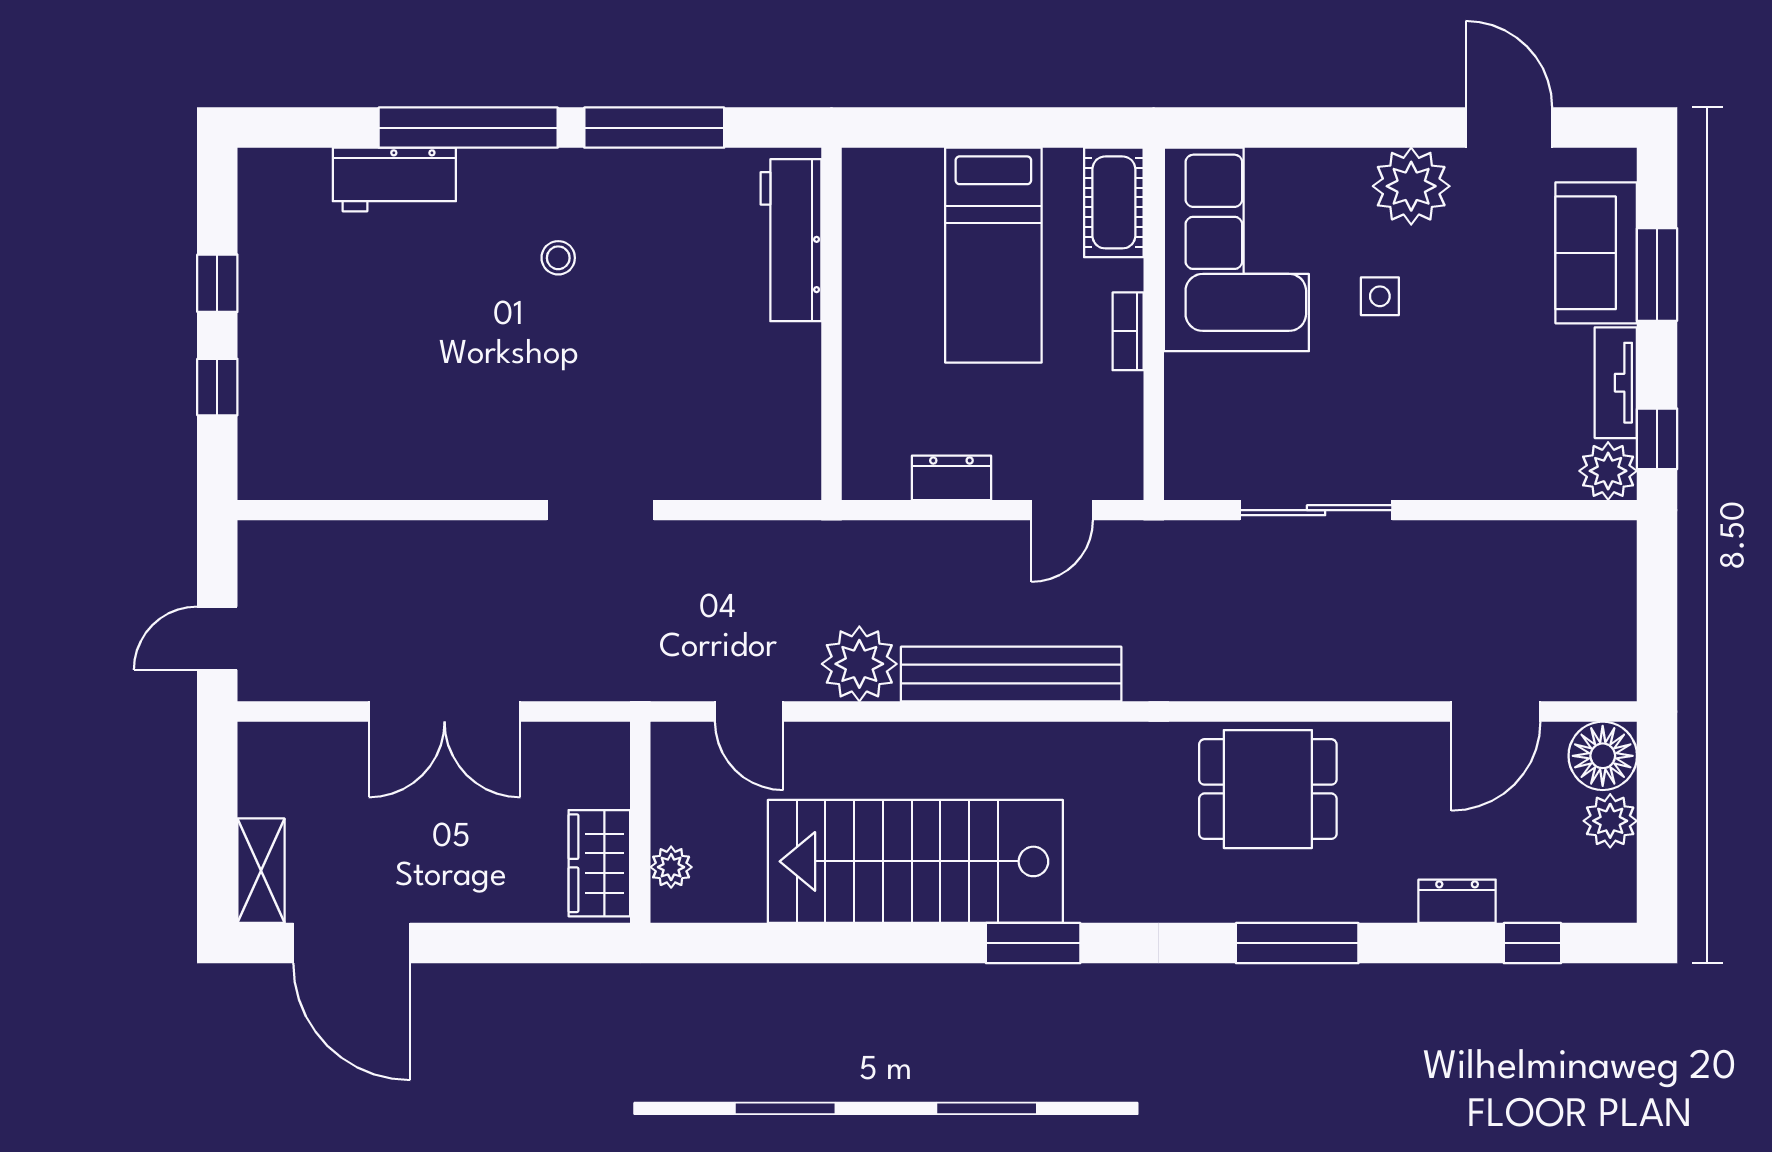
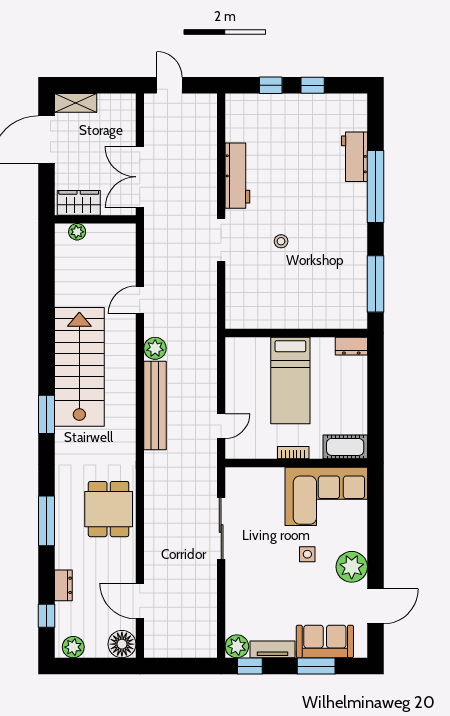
window: (654, 128) -> (375, 284), moved
workbench: (791, 240) -> (237, 176), moved, turned 90
bed: (993, 255) -> (290, 380), moved, turned -90
stool: (558, 258) -> (281, 241), moved
dresser: (951, 478) -> (351, 346), moved, turned 90
door: (1062, 510) -> (221, 426), swing flipped
plant: (859, 664) -> (155, 348), width x0.73, depth x0.73
plant: (1610, 821) -> (73, 647), moved
wall: (640, 822) -> (95, 219), moved
wardrobe: (599, 863) -> (79, 203), moved
plant: (671, 867) -> (77, 232), moved

